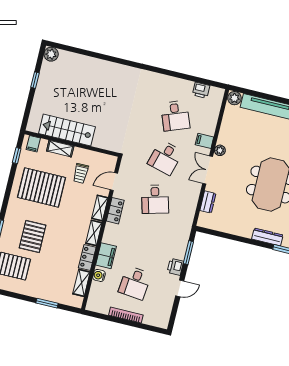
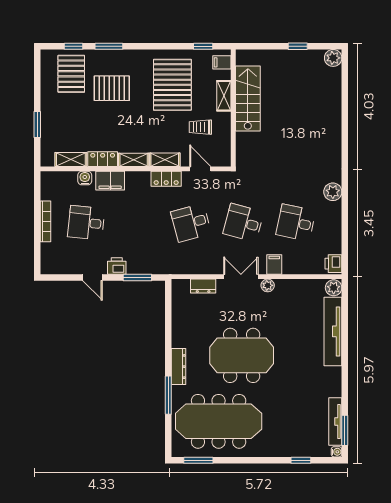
plant: (158, 80) -> (333, 192), added
printer: (201, 90) -> (333, 264), moved
desk: (175, 116) -> (296, 223), turned 33

